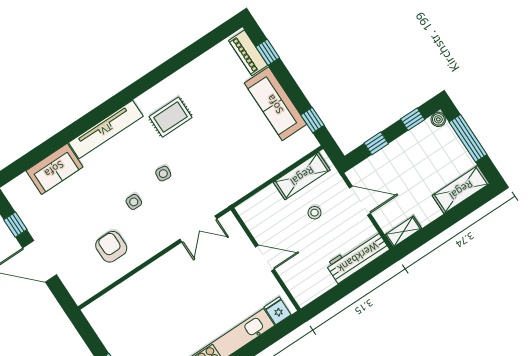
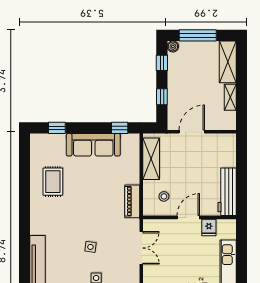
piano: (248, 53) -> (132, 201), moved, turned 90
rug: (171, 117) -> (53, 182), moved
stool: (315, 213) -> (164, 196), moved
shelving: (403, 232) -> (230, 97), moved
workbench: (358, 257) -> (227, 192), moved
fridge: (278, 311) -> (209, 227), moved, turned -90

